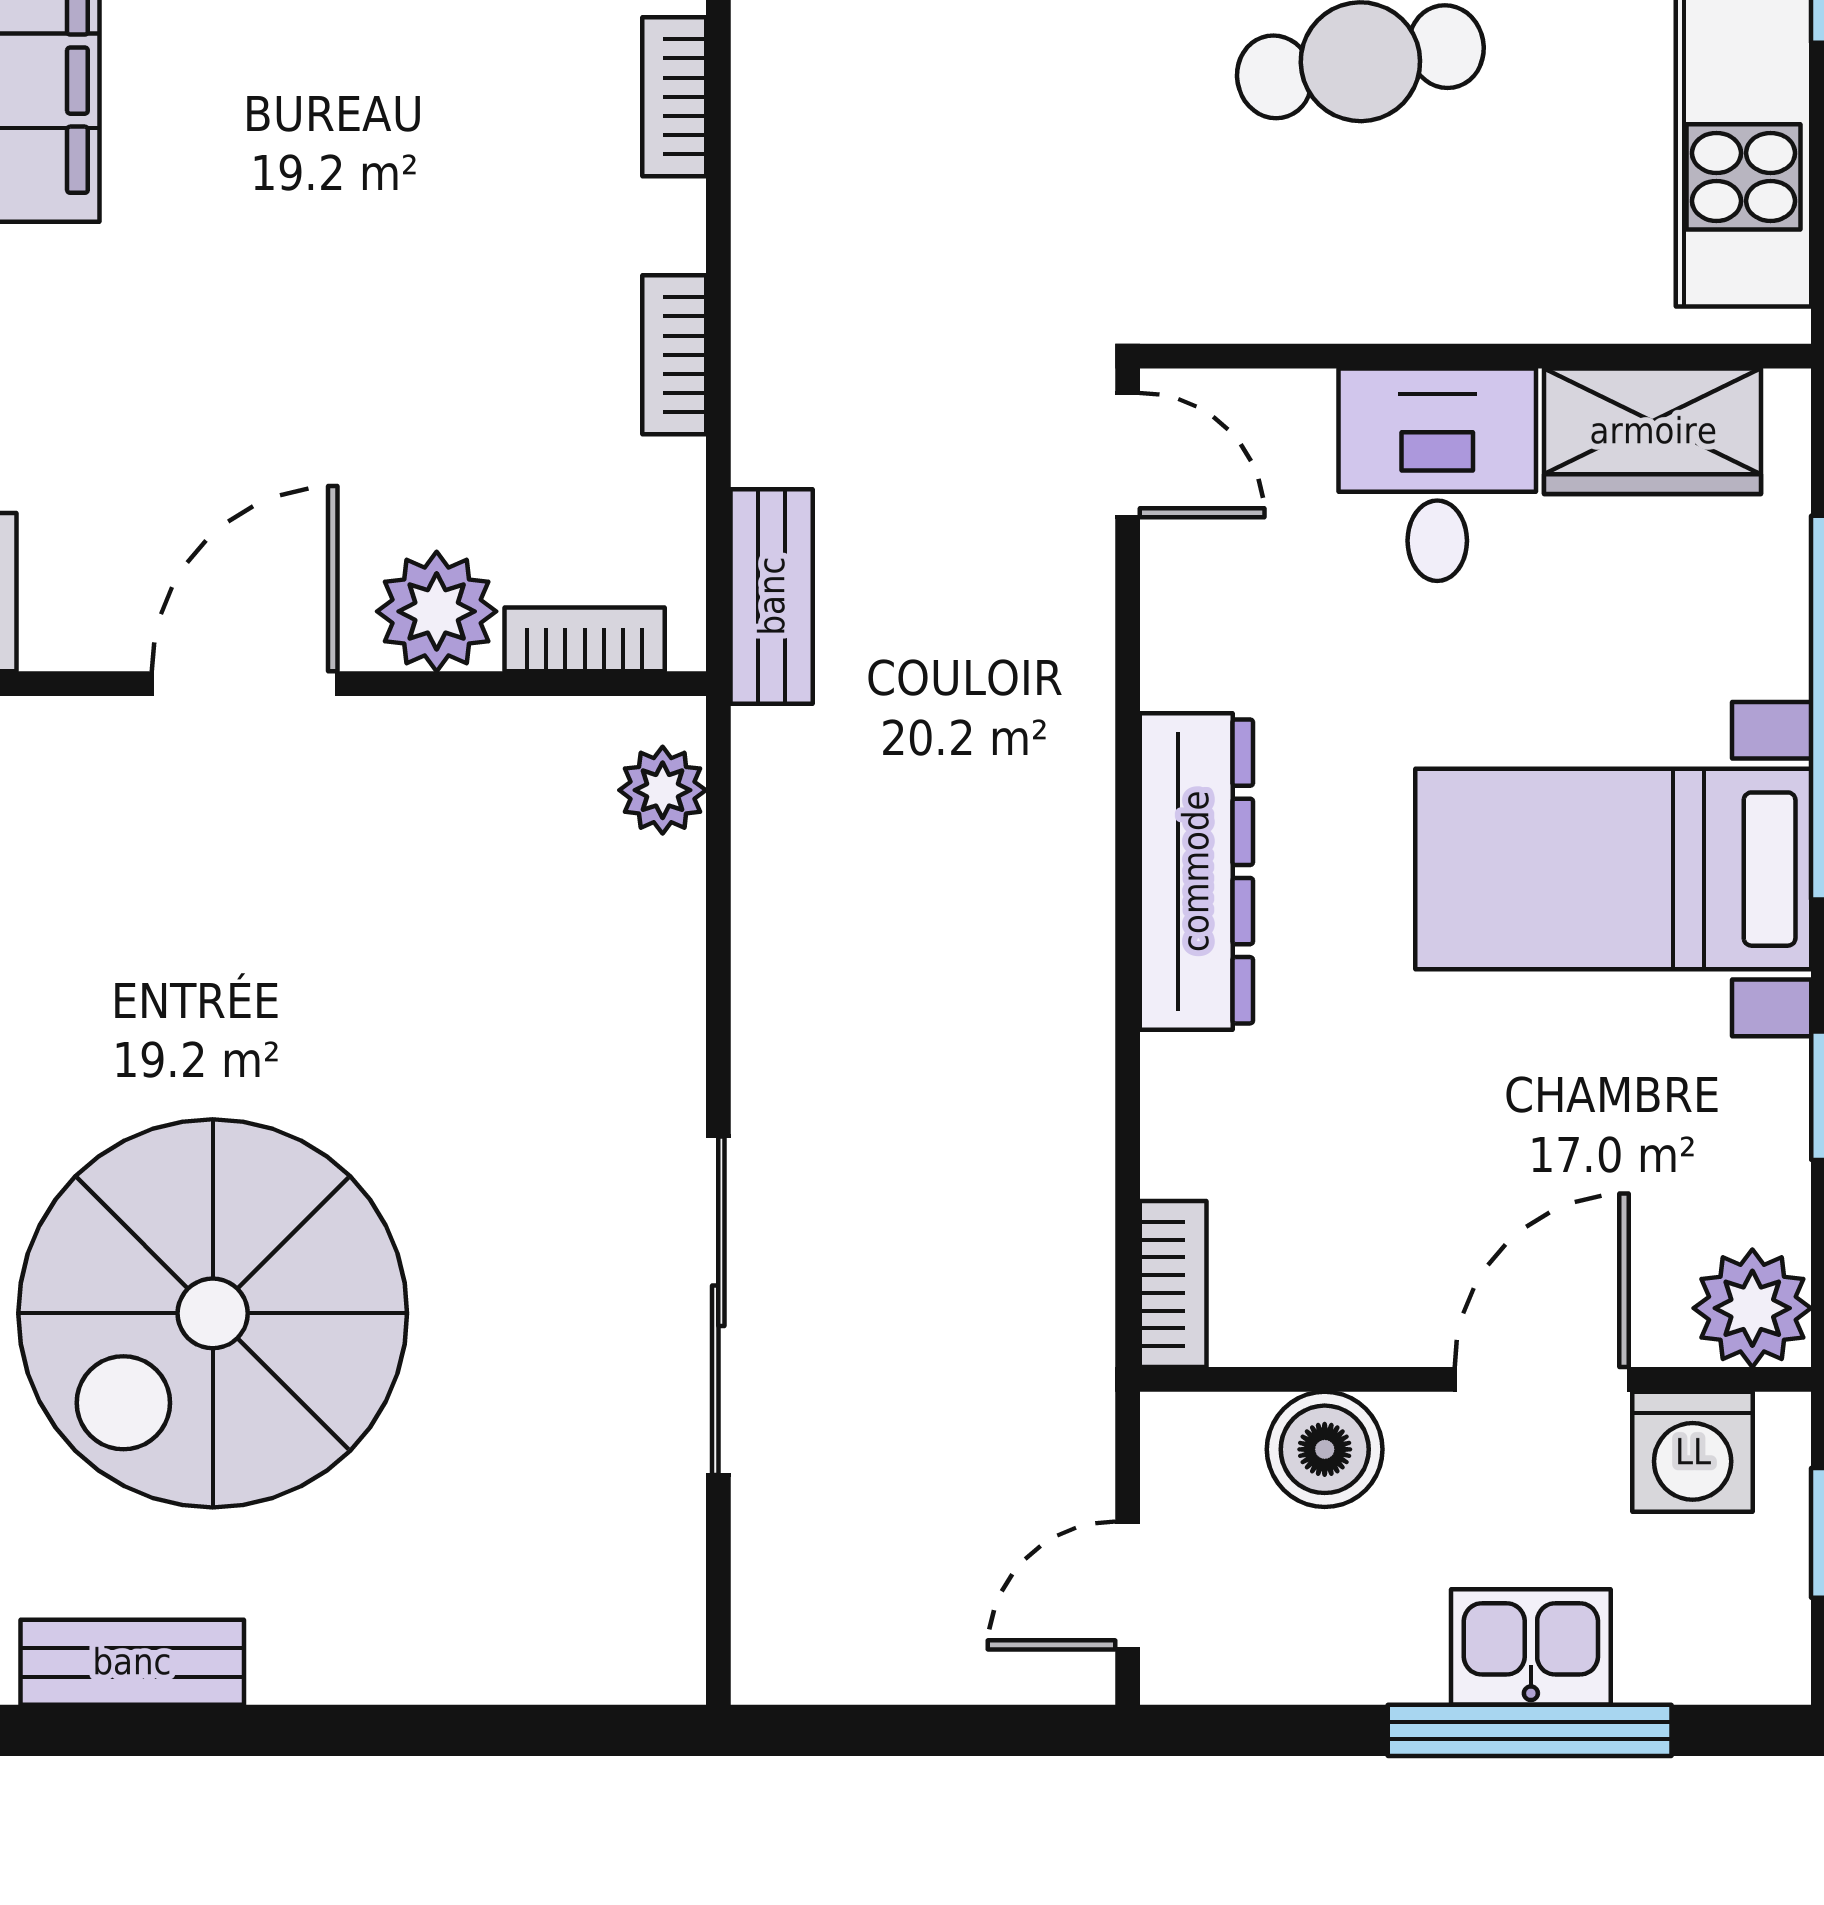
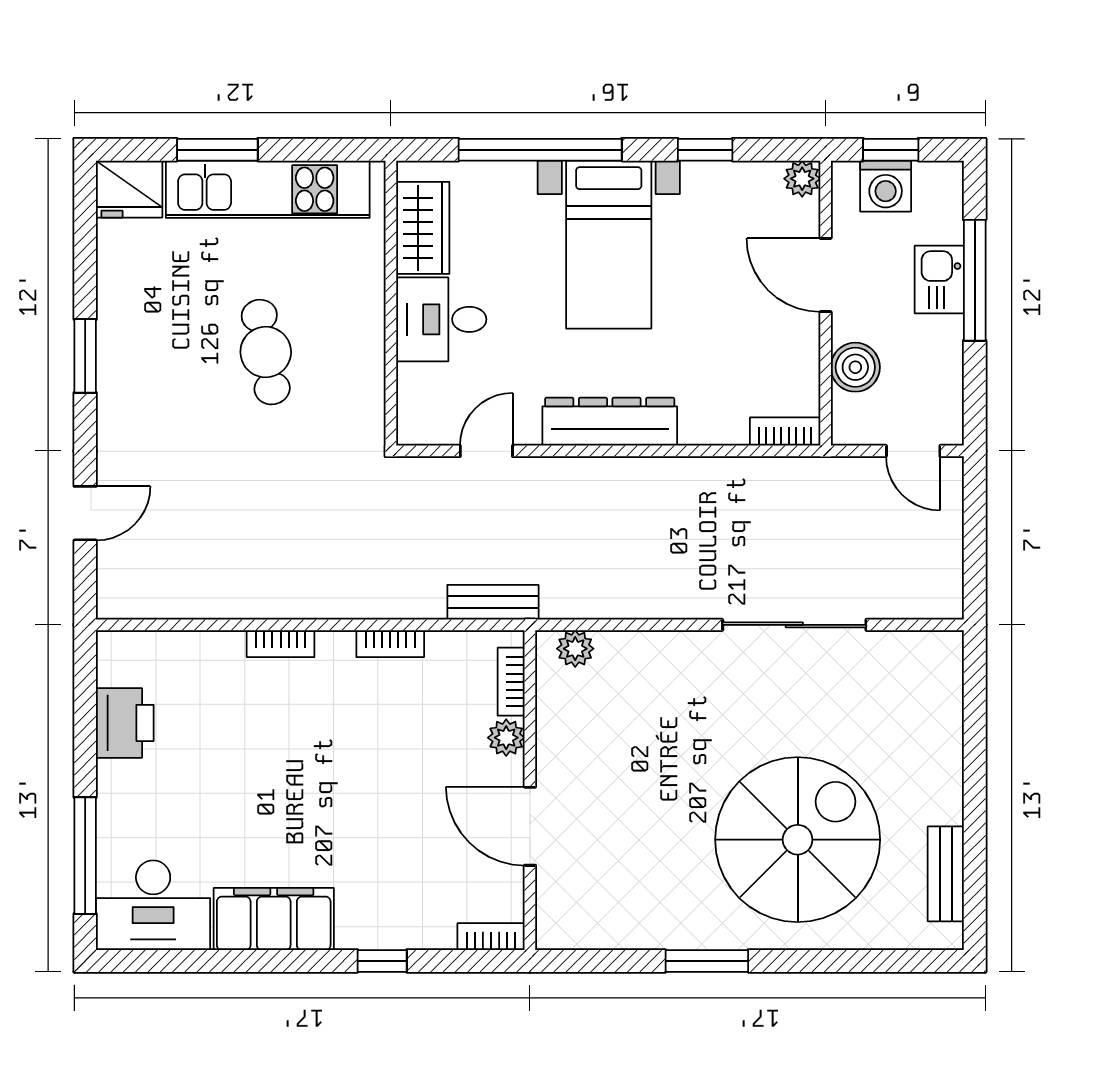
door: (1128, 455) -> (486, 451), moved
plant: (437, 611) -> (506, 738), width x0.73, depth x0.73
plant: (1752, 1308) -> (802, 179), width x0.73, depth x0.73
spiral stairs: (213, 1313) -> (798, 840), turned -90
washing machine: (1693, 1452) -> (886, 186), moved, turned 90

